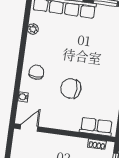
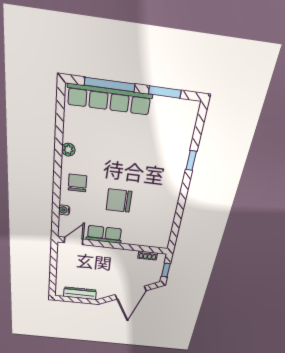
plant: (33, 29) -> (68, 150), moved
row of seats: (96, 127) -> (104, 234), moved

